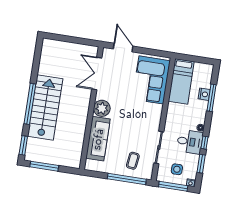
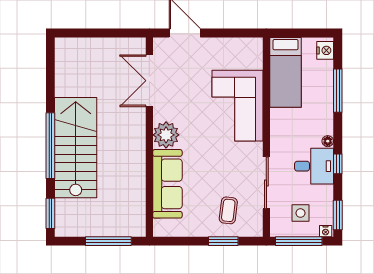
corner sofa: (151, 80) -> (237, 106), moved
nightstand: (204, 94) -> (325, 50), moved
window: (201, 164) -> (338, 215), moved
window: (44, 166) -> (108, 241), moved
window: (127, 179) -> (223, 241), width x0.47

